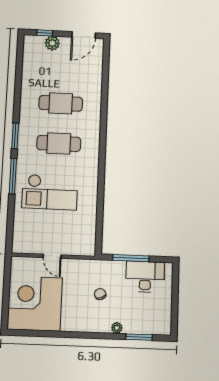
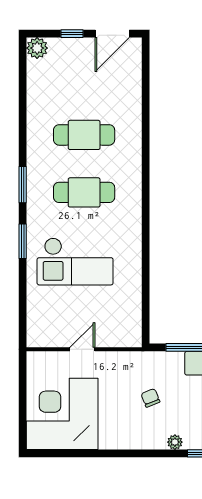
window: (45, 33) -> (72, 34), moved
plant: (52, 43) -> (37, 48), moved
window: (13, 176) -> (23, 241), width x0.69
door: (52, 256) -> (82, 349), swing flipped

